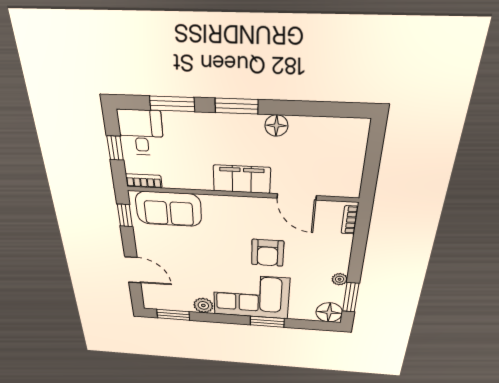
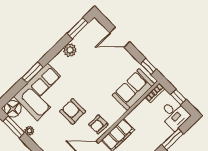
armchair: (253, 213) -> (98, 124), added
corner sofa: (251, 296) -> (42, 92), moved

